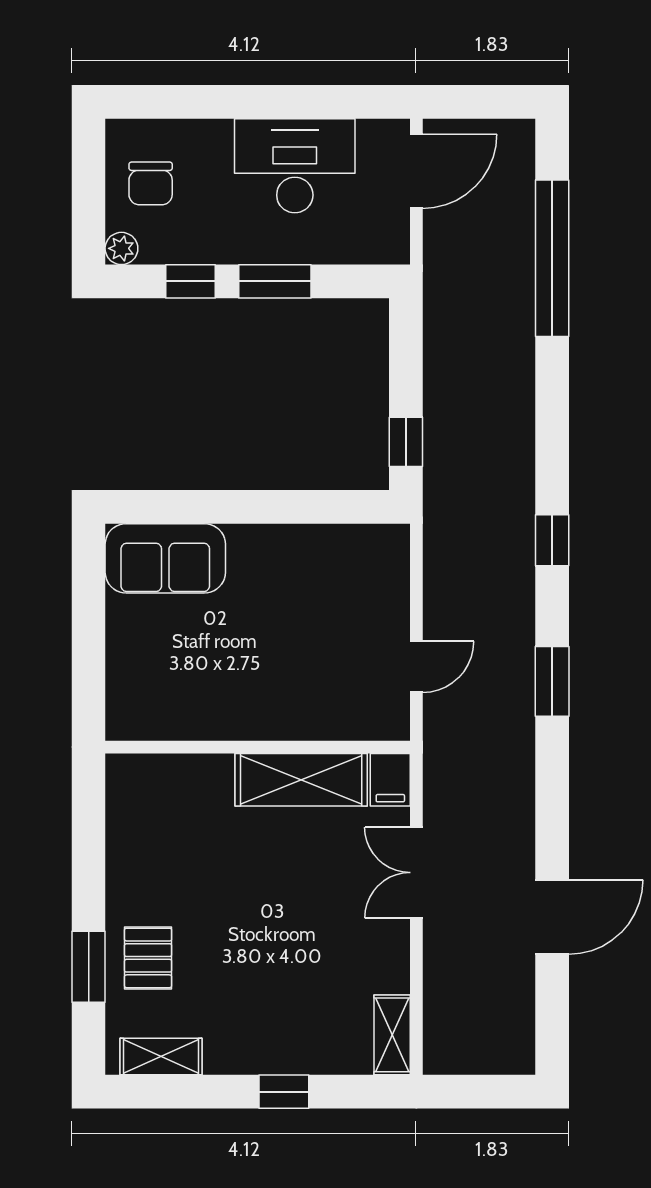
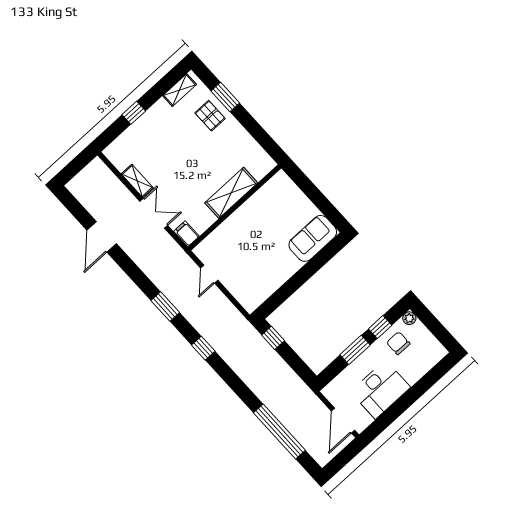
chair: (151, 183) -> (398, 343), moved
shelving: (301, 780) -> (231, 193), moved
shelving: (392, 1035) -> (137, 181), moved

